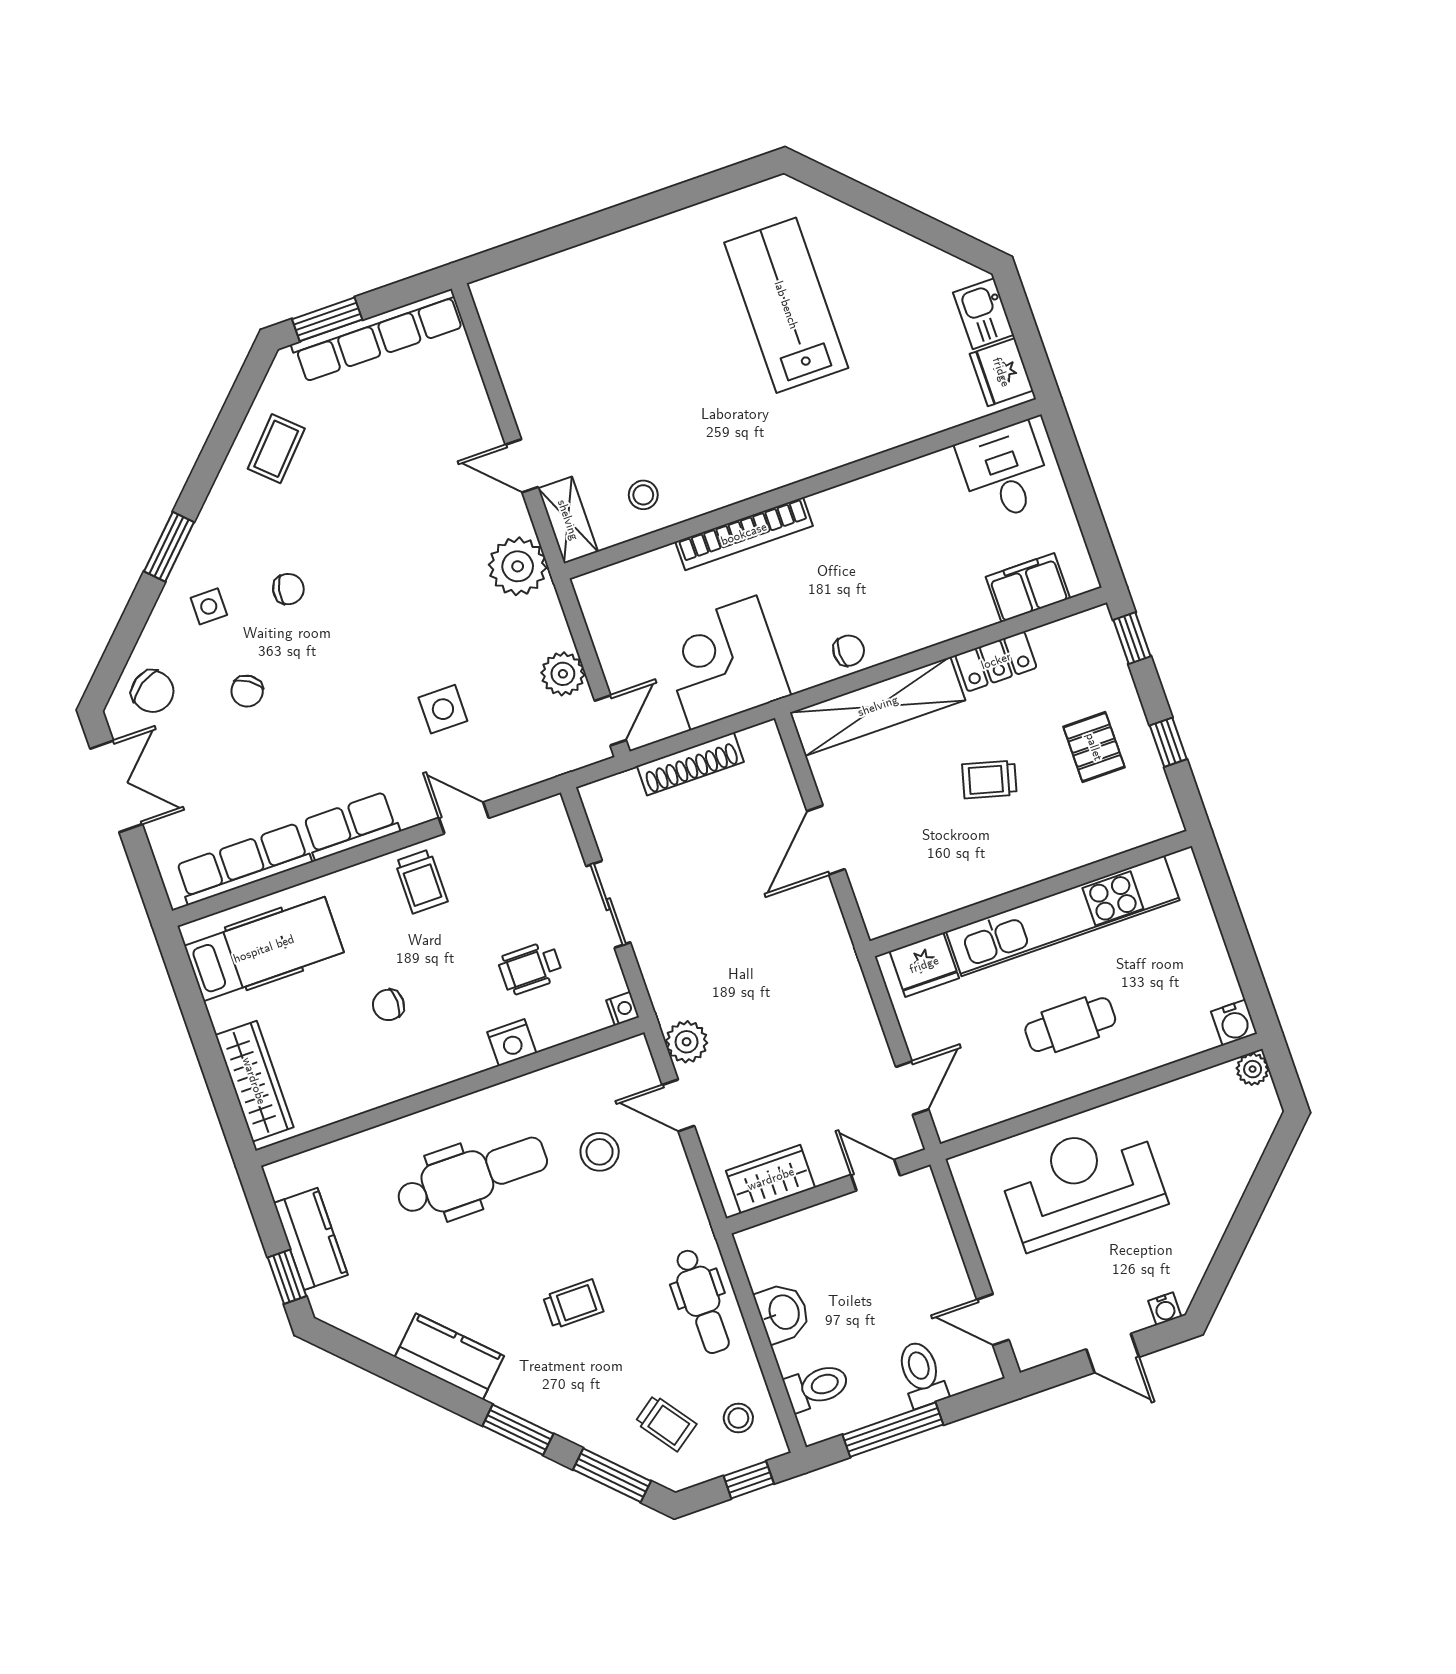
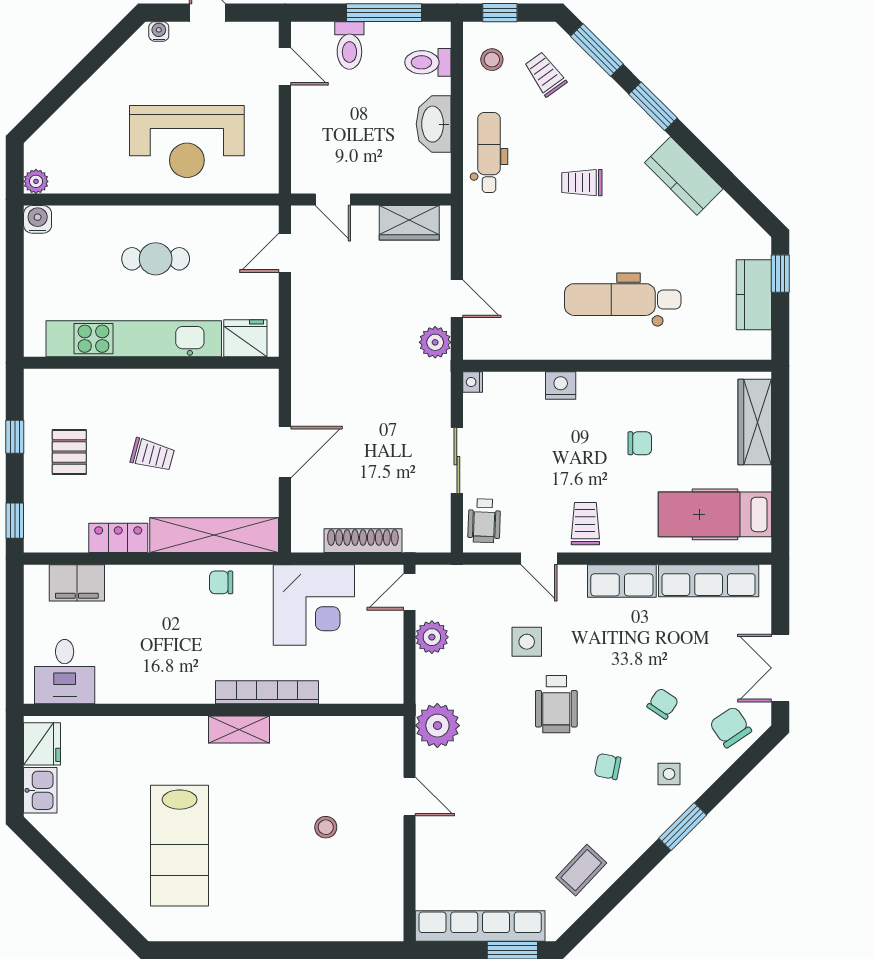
stool: (643, 495) -> (326, 827), moved
shelving: (568, 520) -> (239, 729), moved, turned 90
wheelchair: (379, 644) -> (556, 704), added
wheelchair: (530, 968) -> (484, 521), moved, turned 92
stool: (600, 1152) -> (525, 285), removed
washbasin: (783, 1313) -> (434, 124), width x1.38

